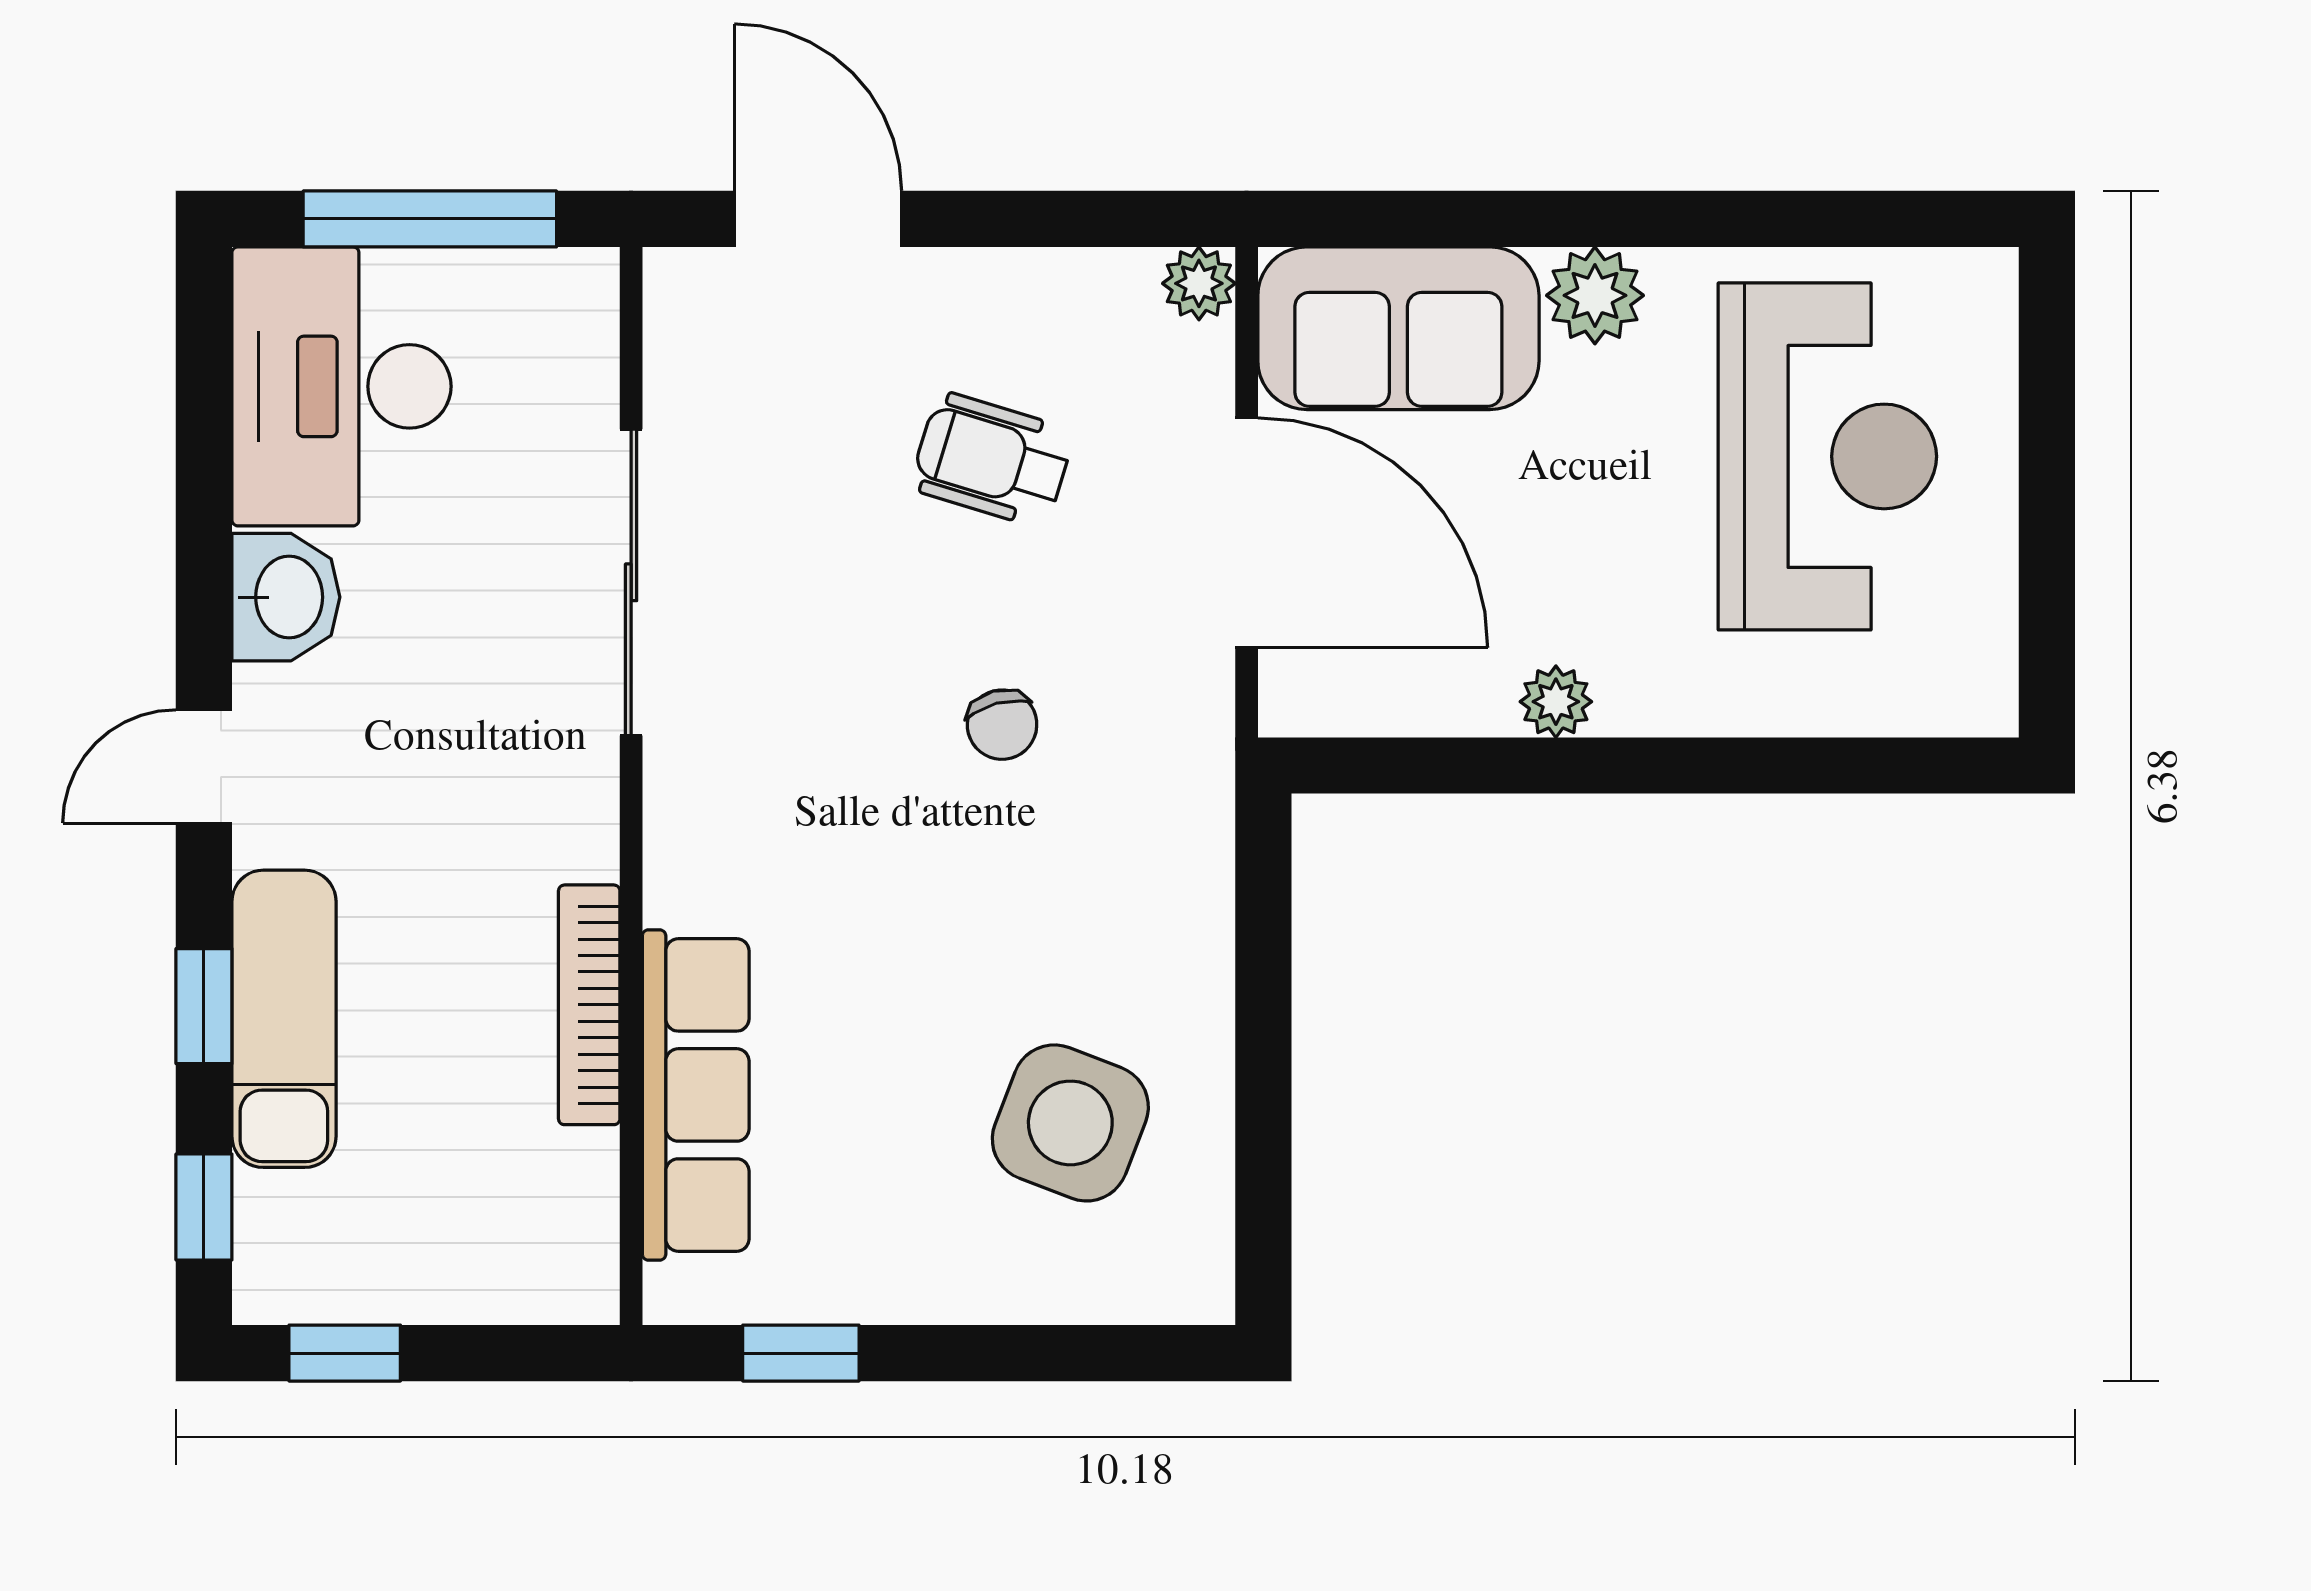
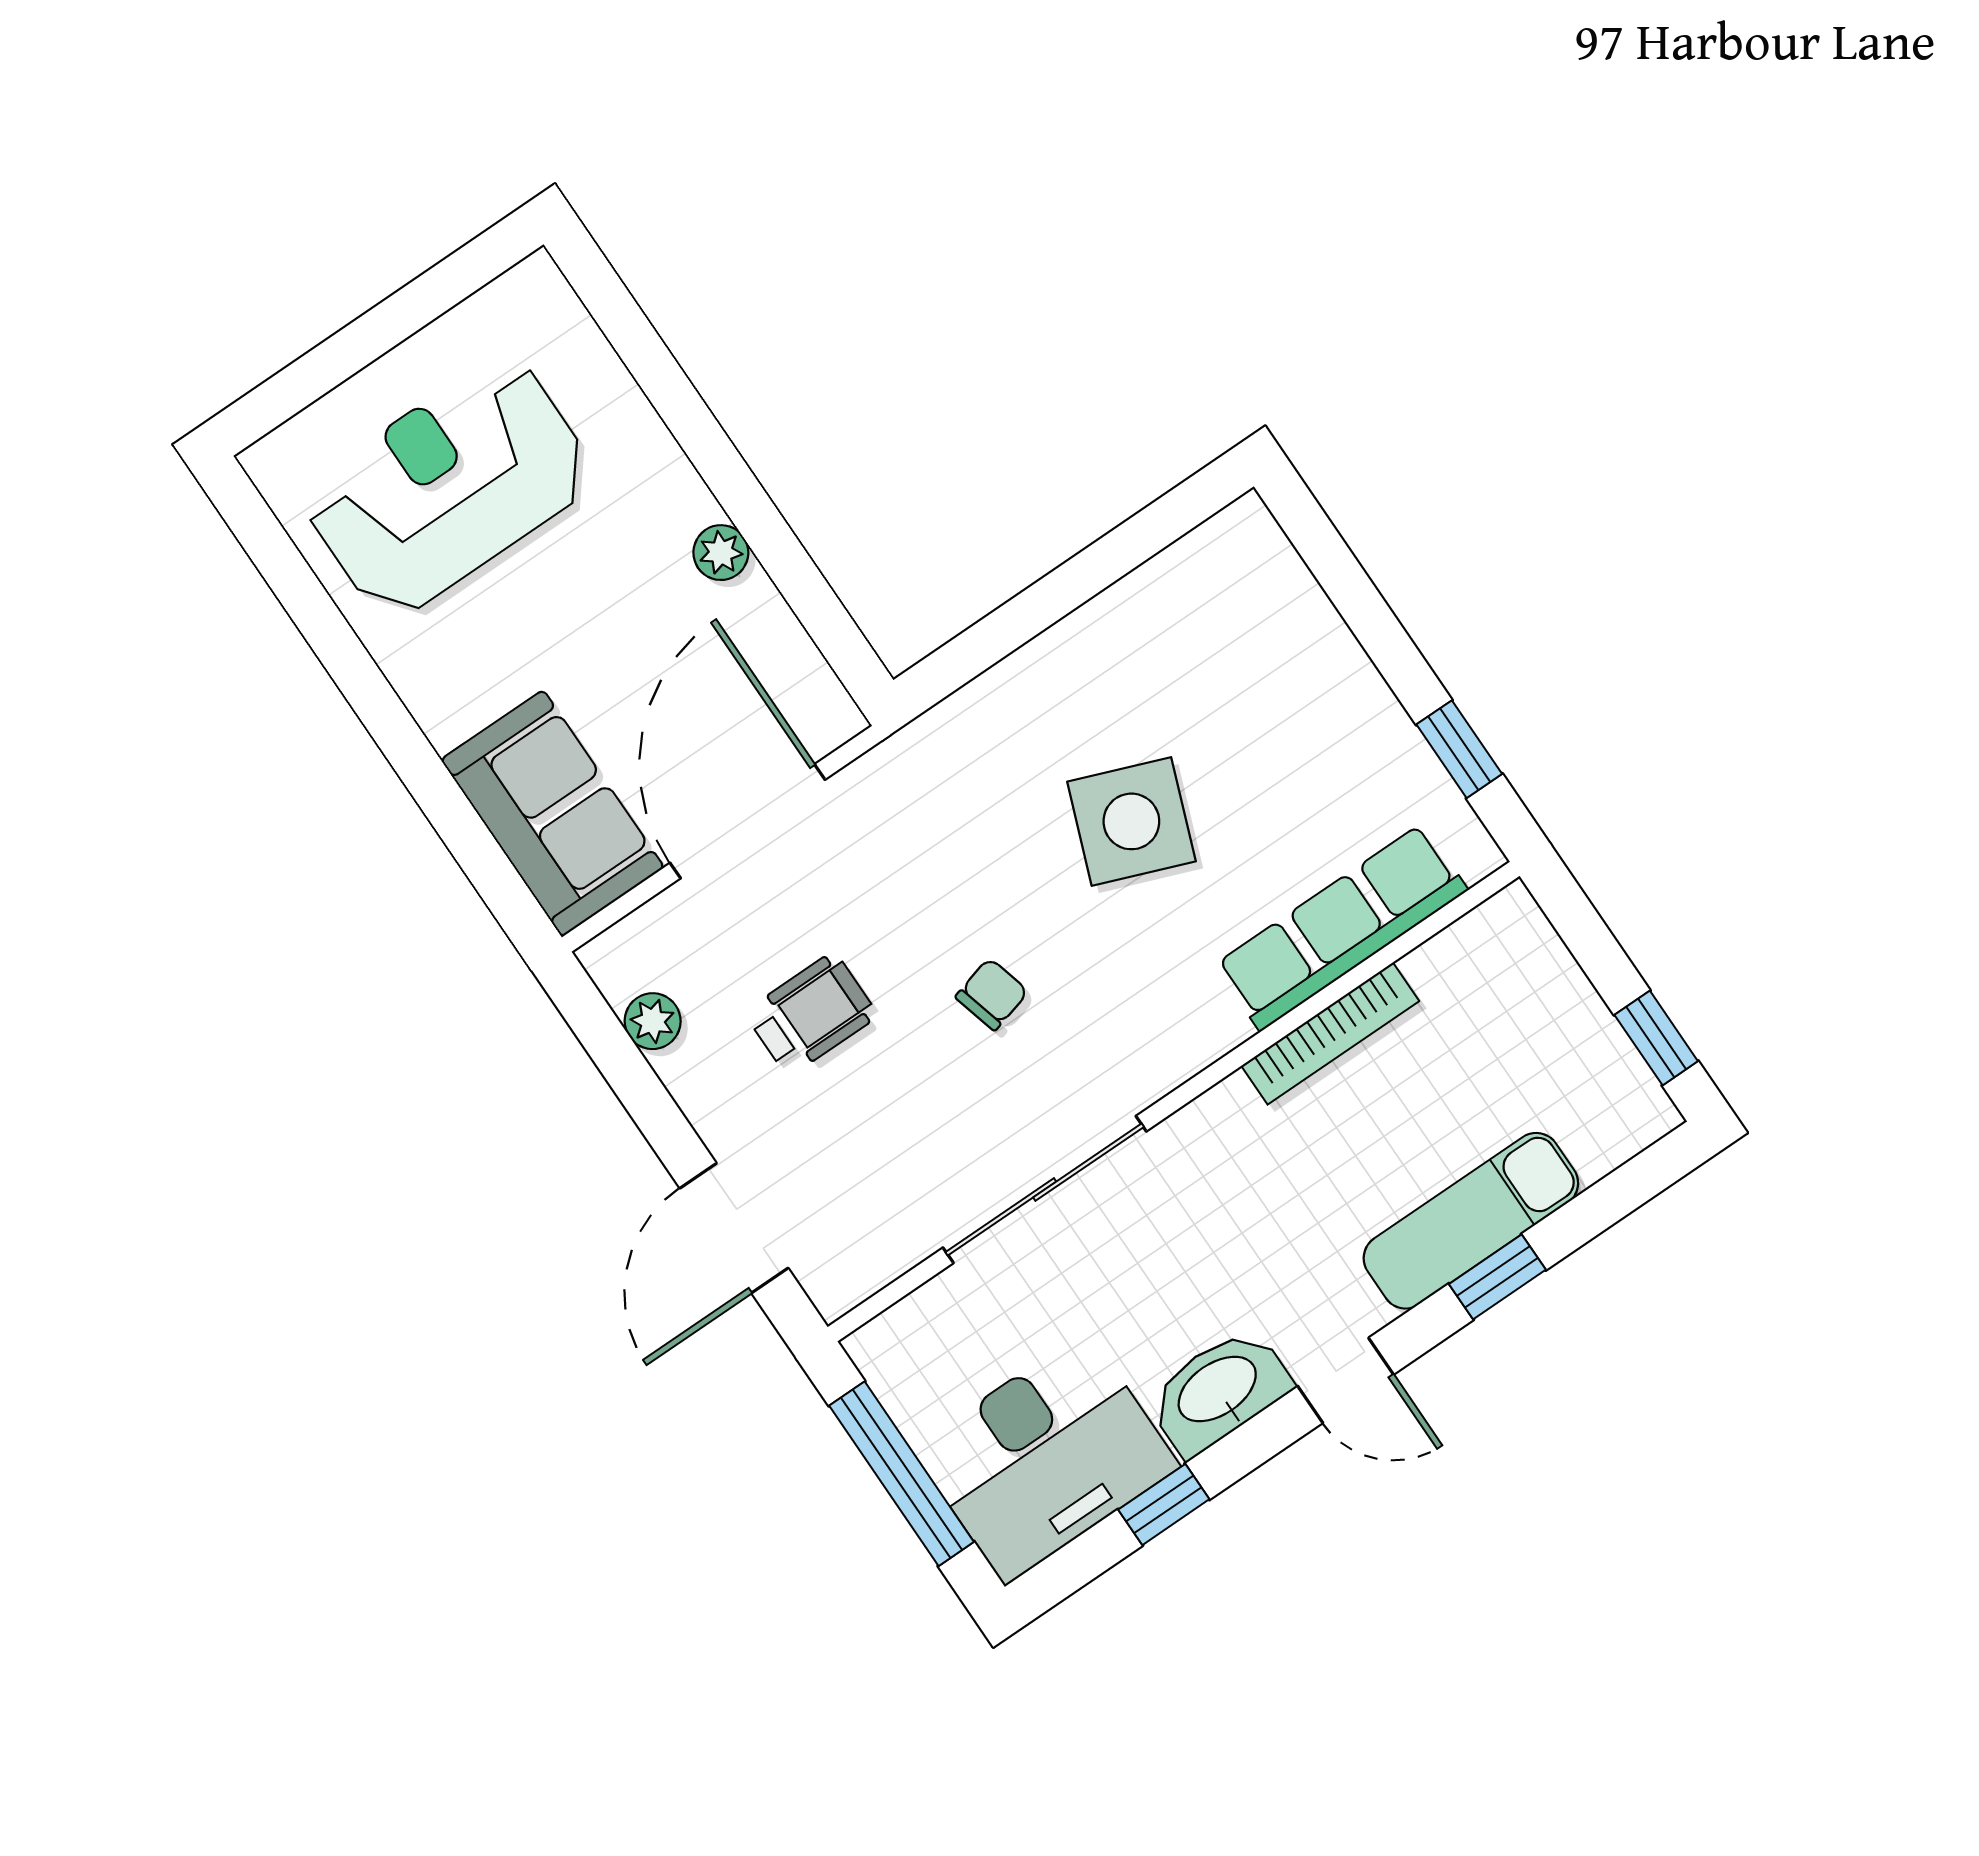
plant: (1199, 283) -> (653, 1021), moved
plant: (1595, 295) -> (447, 703), removed
wheelchair: (992, 460) -> (811, 1014), turned -107
washbasin: (286, 597) -> (1219, 1391), width x1.38
chair: (1002, 725) -> (992, 994), moved
side table: (1070, 1123) -> (1131, 821), moved
window: (204, 1207) -> (1164, 1504), moved

